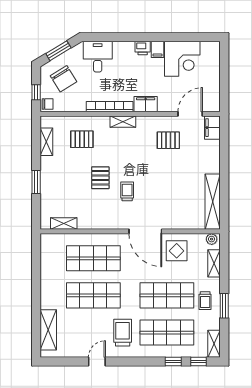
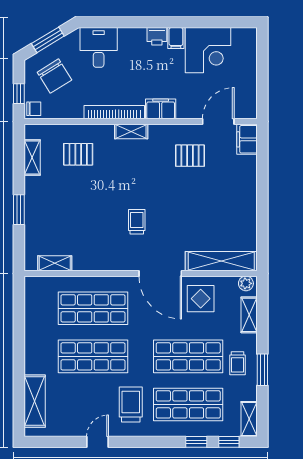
pallet: (100, 178) -> (102, 204), removed
shelving: (213, 202) -> (221, 261), moved, turned 90

